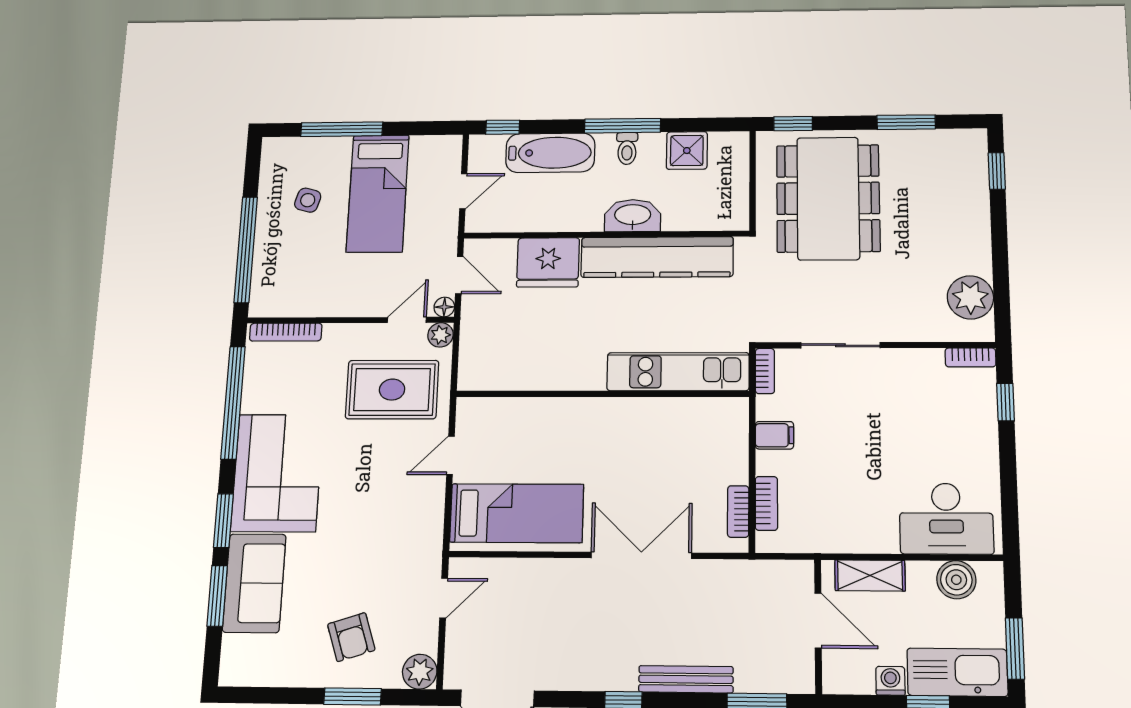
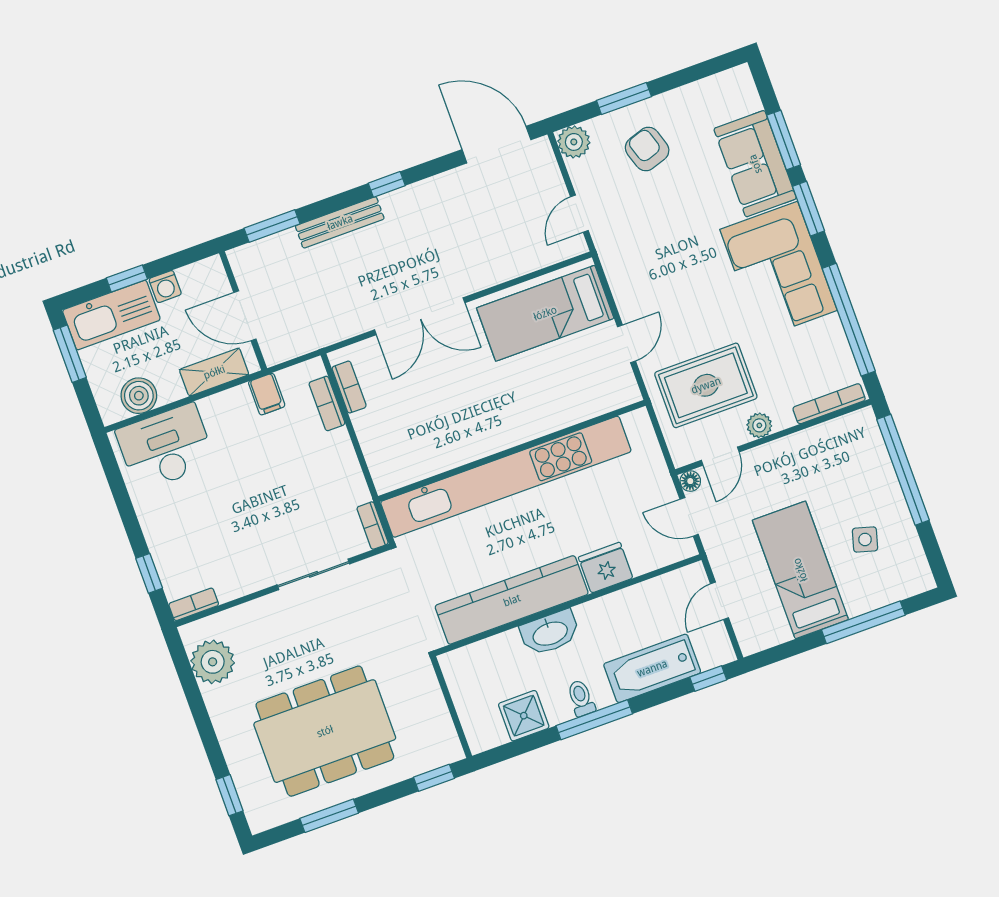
dining table: (828, 198) -> (325, 731), moved, turned 90
fridge: (548, 262) -> (606, 568), width x0.73, depth x0.75
plant: (441, 335) -> (759, 425), moved
kitchen unit: (678, 372) -> (506, 477), width x1.86
filing cabinet: (774, 435) -> (267, 394), moved, turned -90

